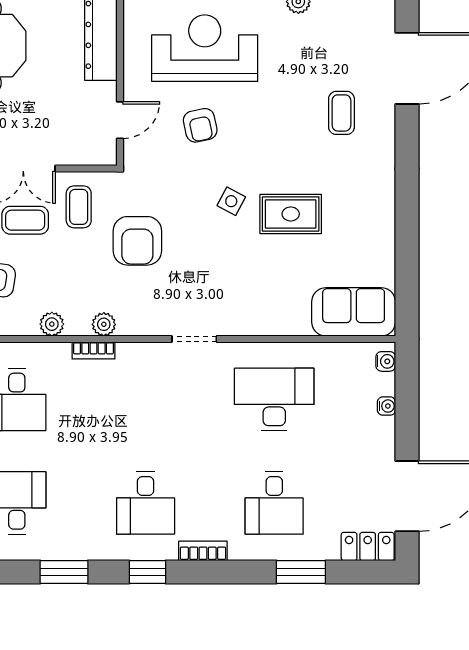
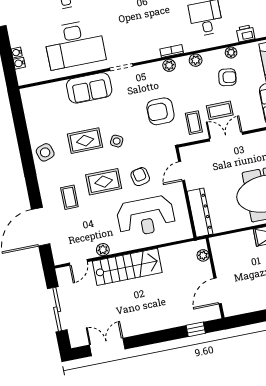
rug: (271, 129) -> (104, 182), added
side table: (370, 207) -> (45, 152), added
armchair: (137, 241) -> (160, 111), turned -90
sofa: (354, 312) -> (89, 88), moved
water cooler: (386, 361) -> (19, 63), moved
desk: (274, 399) -> (75, 44), width x1.36, depth x1.30

